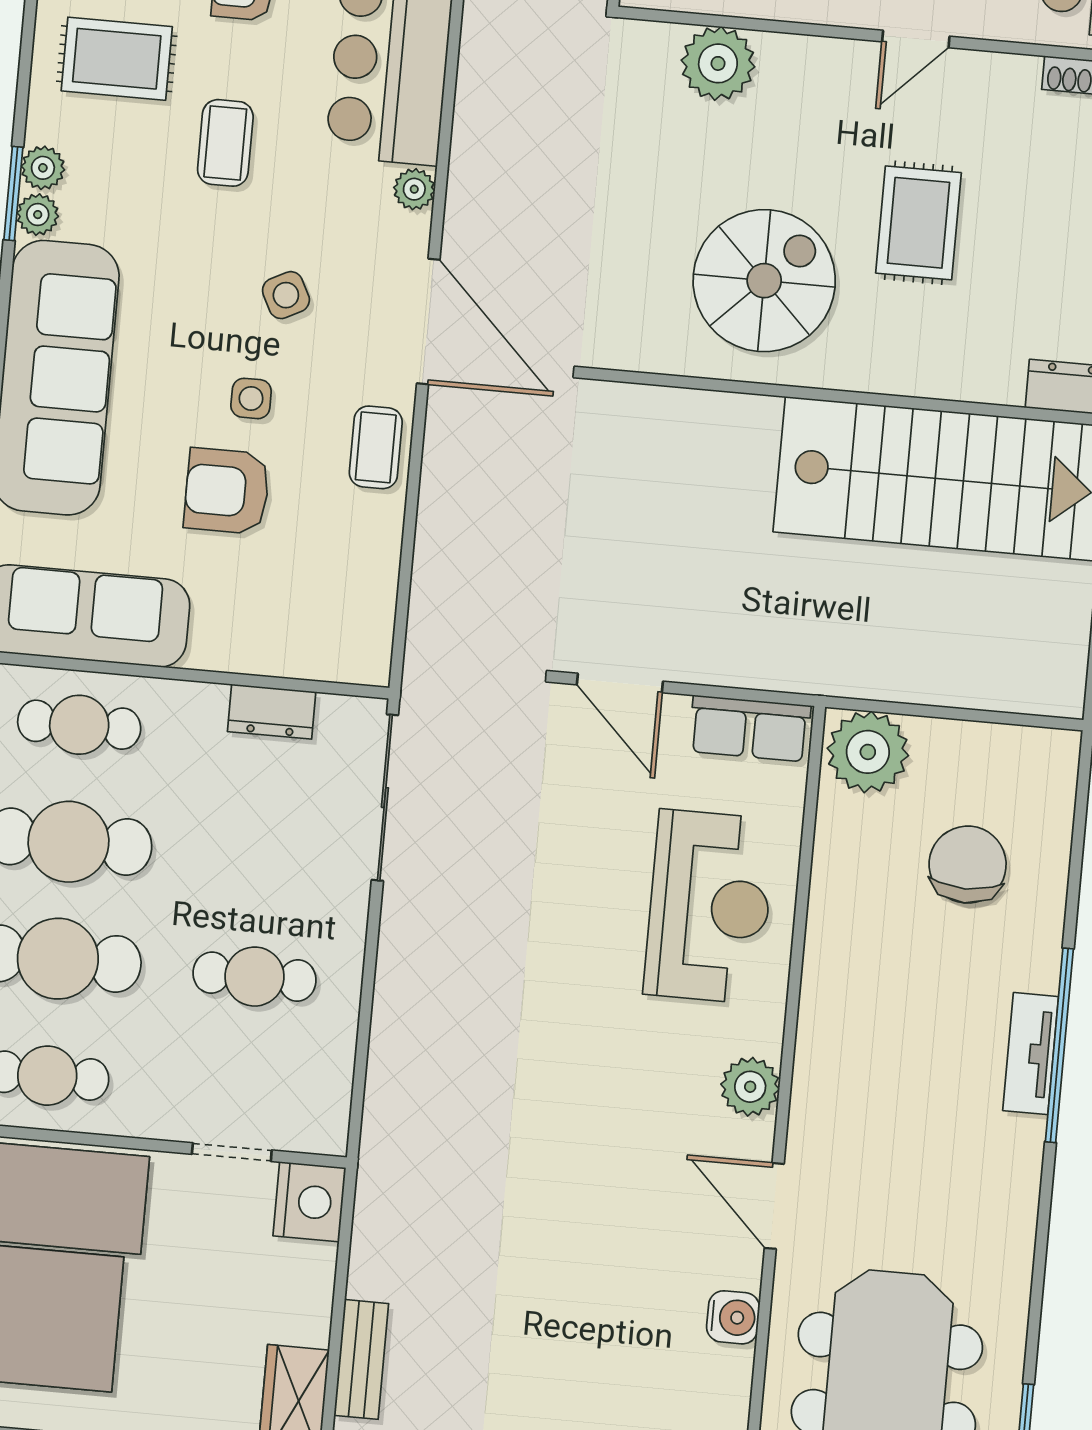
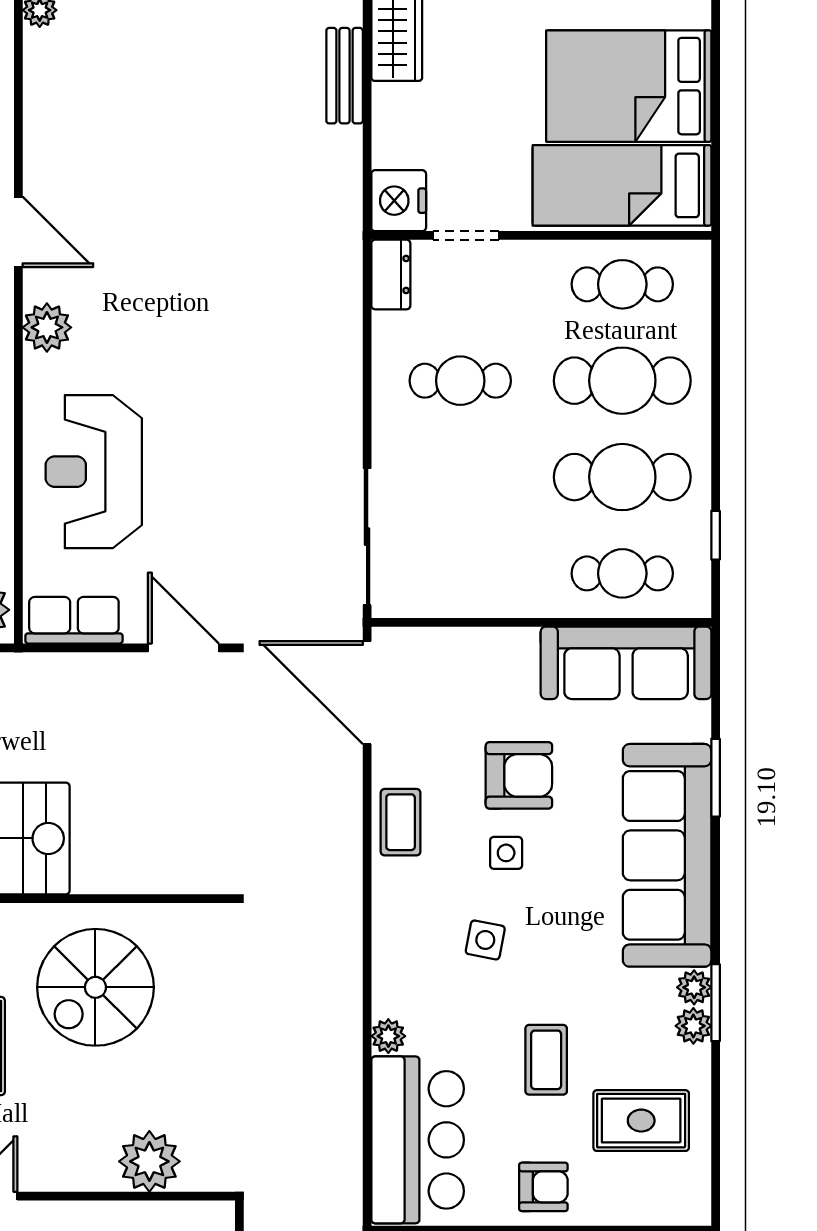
side table: (286, 295) -> (485, 940), turned 38
door: (428, 322) -> (367, 693), moved
dresser: (272, 712) -> (391, 274), moved, turned 90
water cooler: (733, 1317) -> (44, 138), removed

